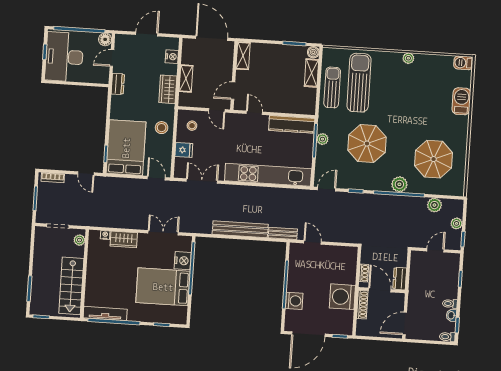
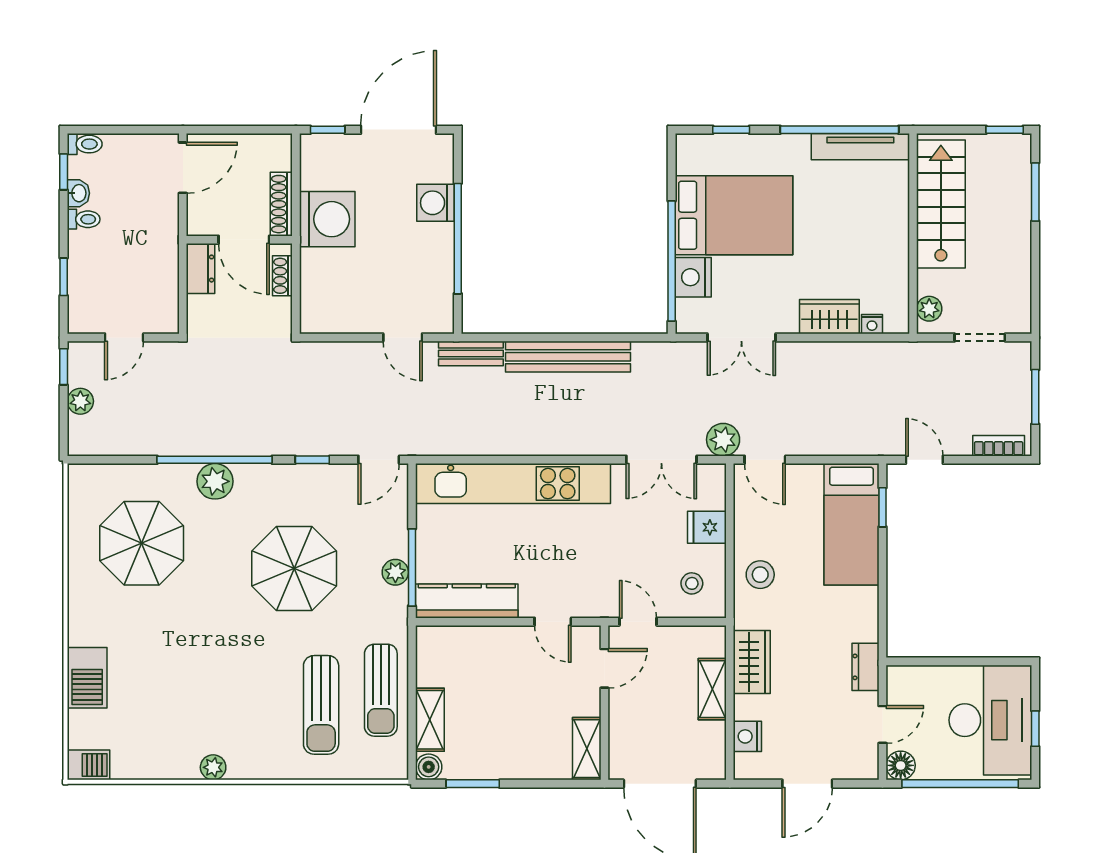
sun lounger: (359, 83) -> (321, 705), width x0.73, depth x0.75
bed: (126, 148) -> (851, 524), width x0.67
plant: (434, 205) -> (723, 440), moved

